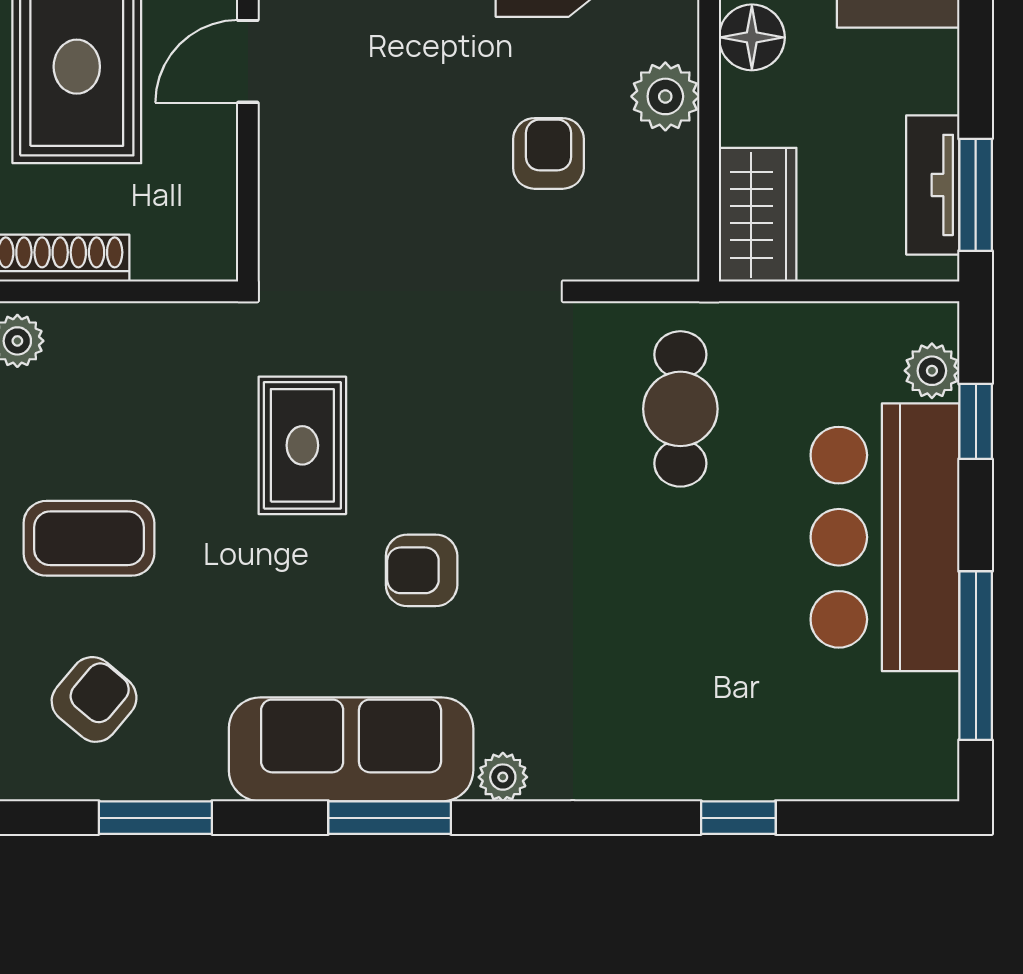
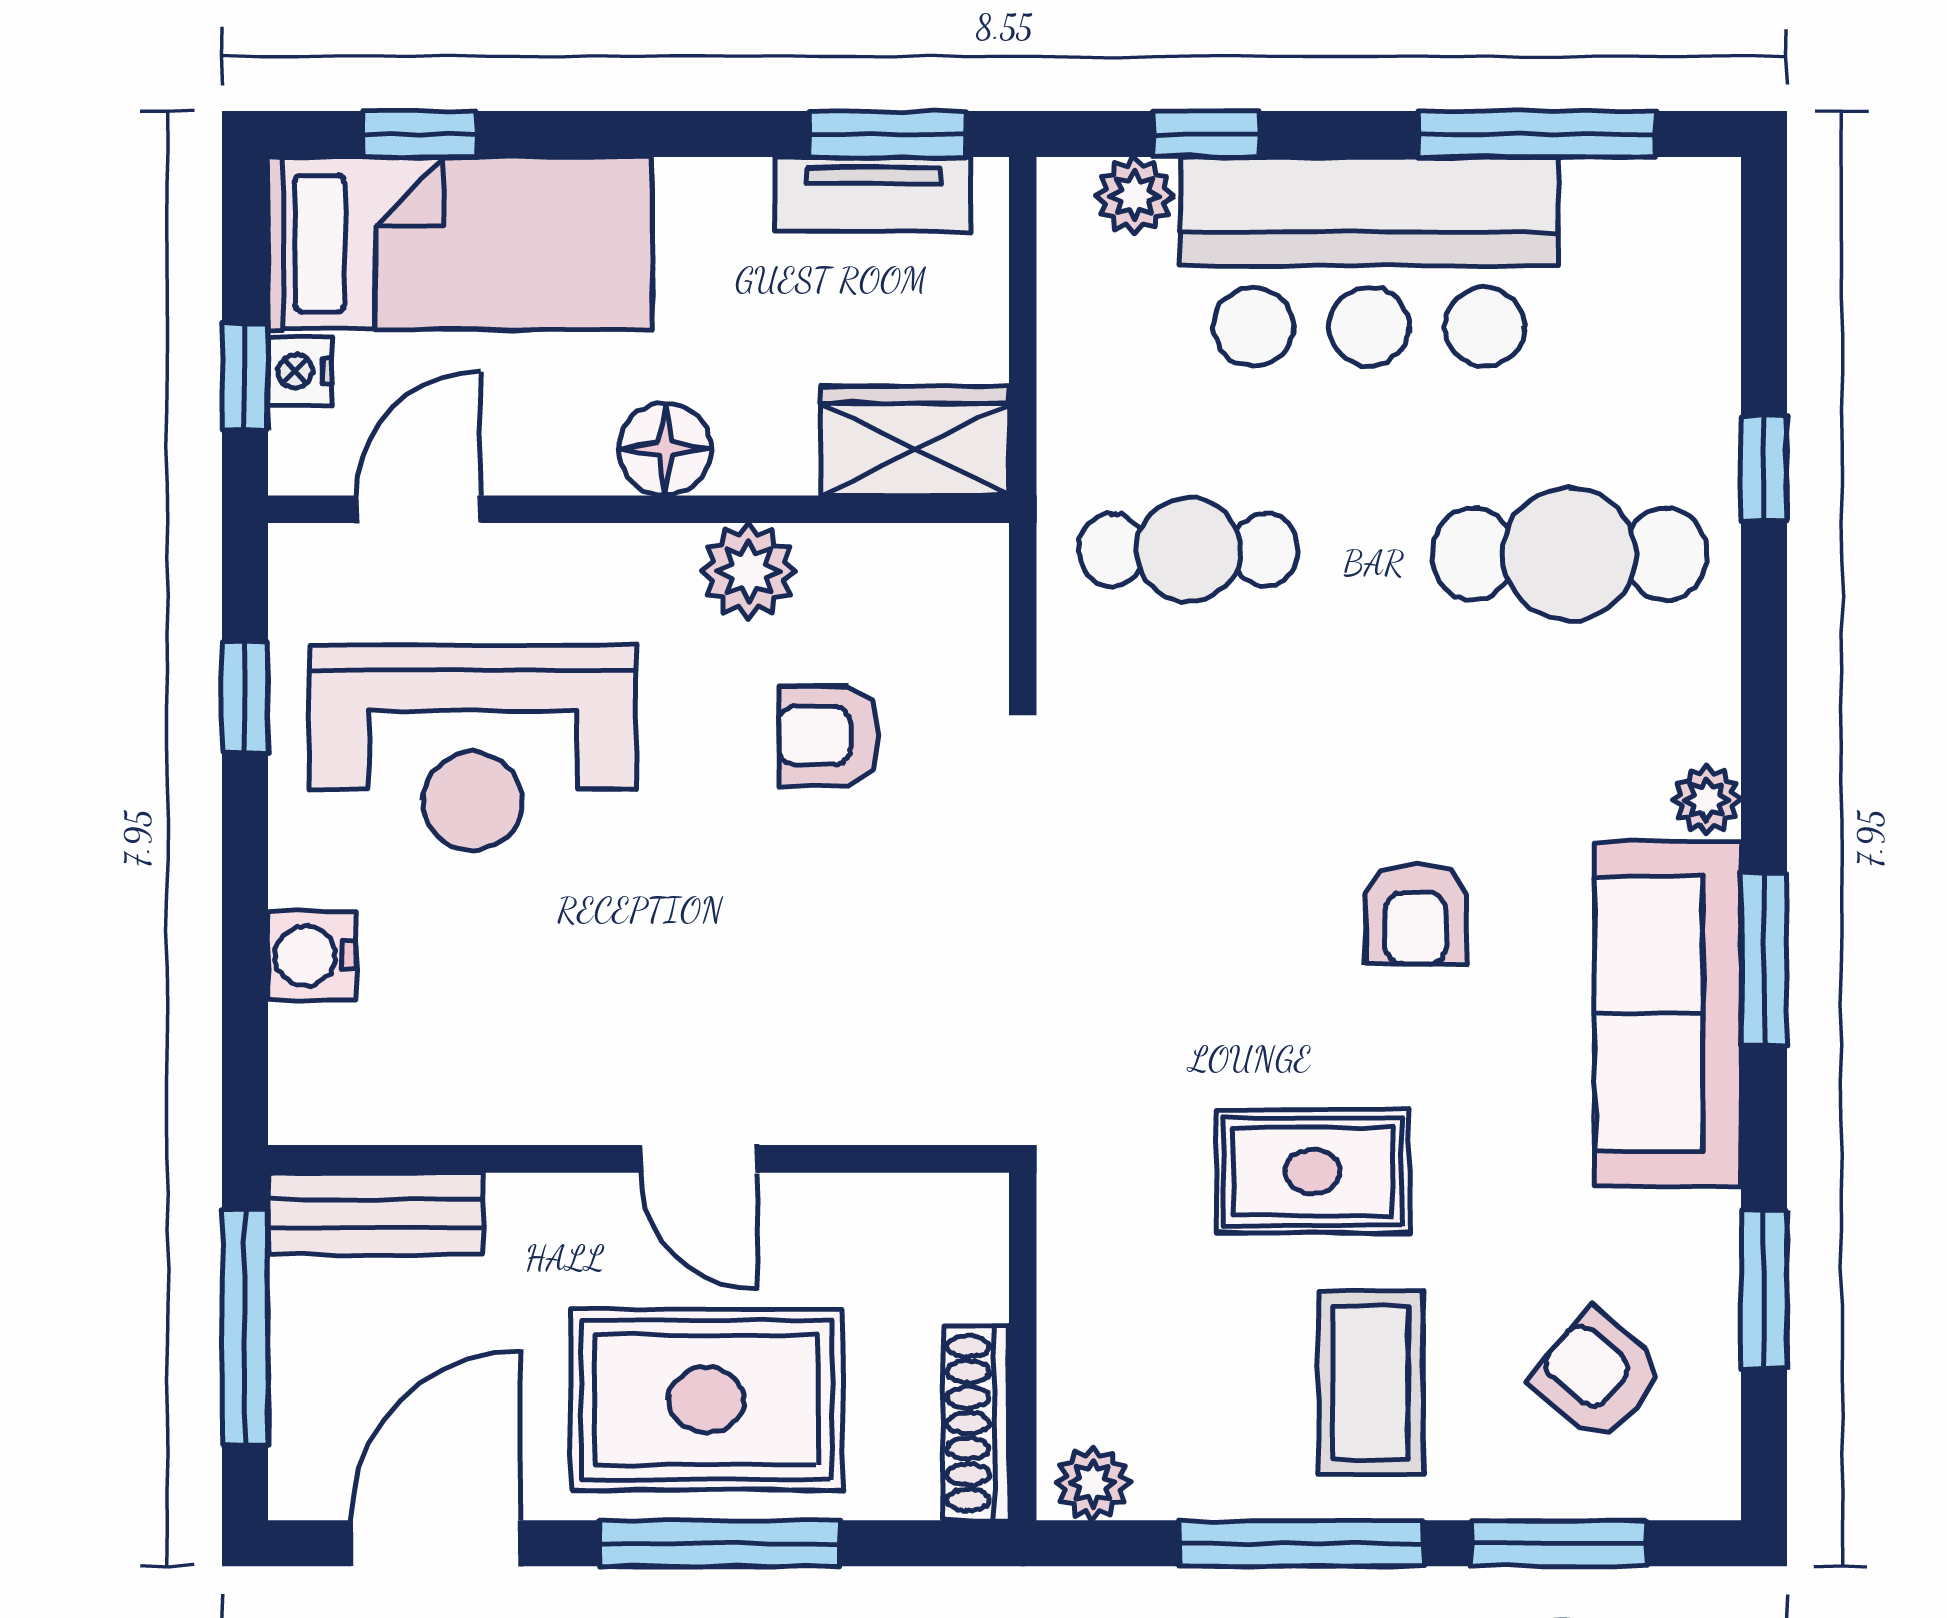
rug: (302, 445) -> (1313, 1172), moved
cafe table: (677, 679) -> (1569, 554), added

